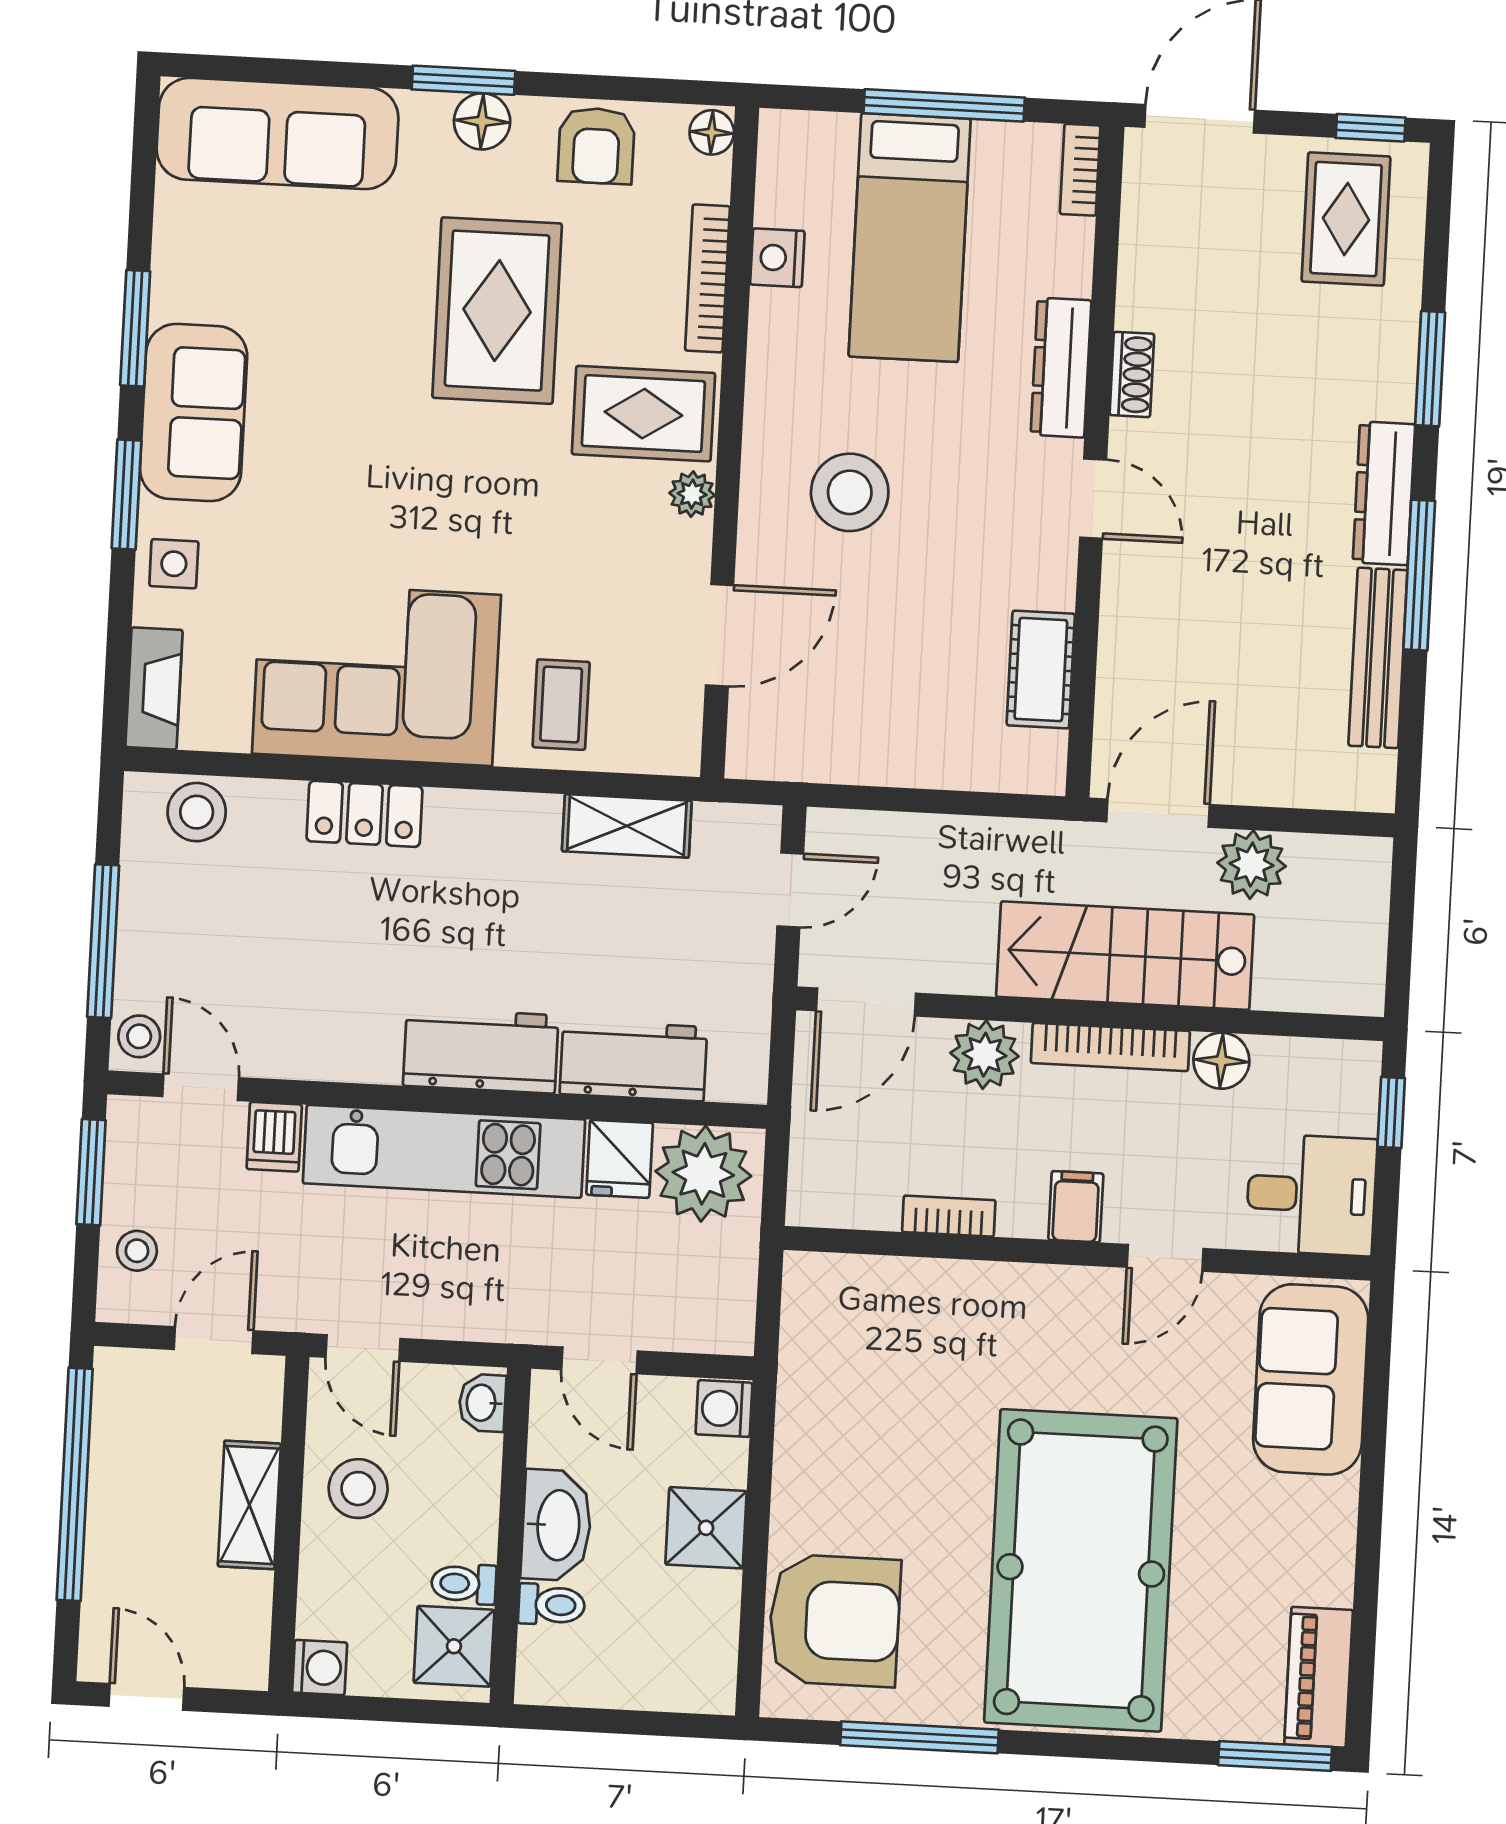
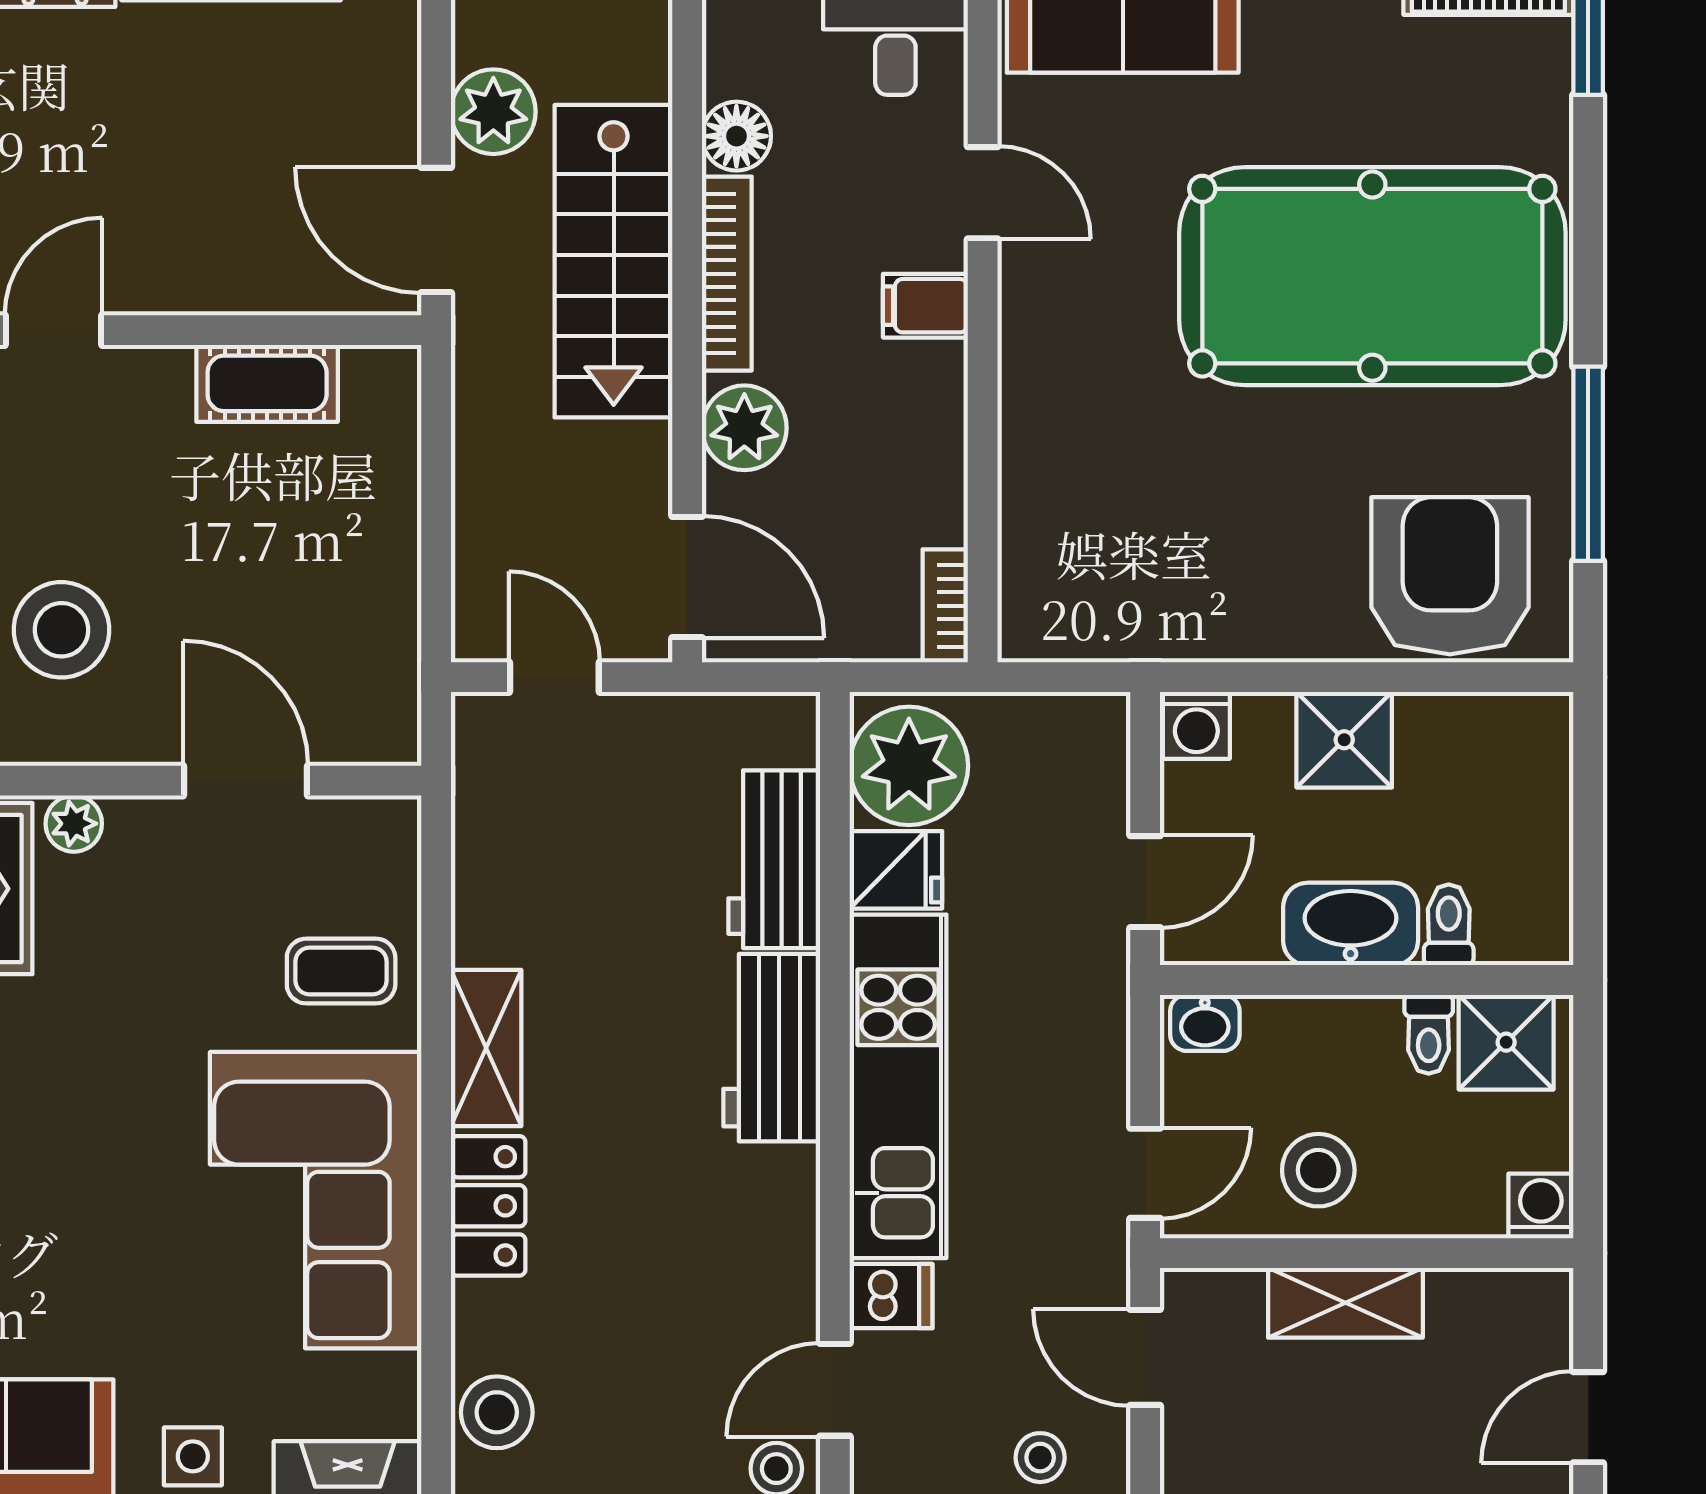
shelving: (627, 826) -> (486, 1048), moved
bookcase: (949, 1216) -> (945, 606), moved

